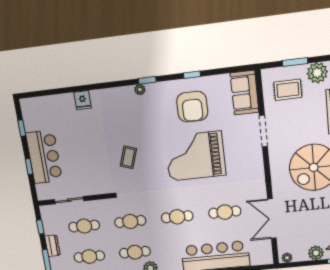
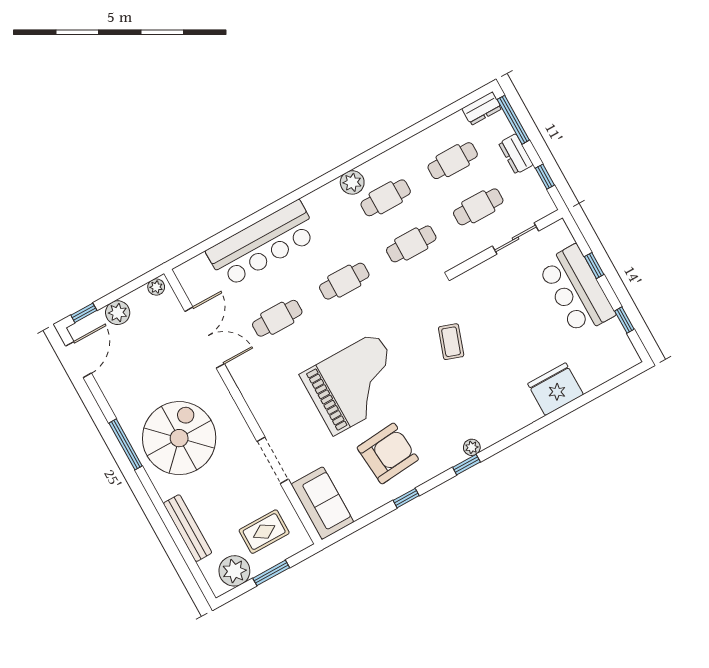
fridge: (83, 100) -> (556, 389), width x1.88, depth x1.34
armchair: (192, 107) -> (388, 453), turned 85

